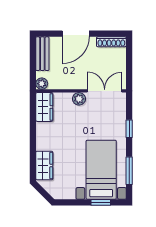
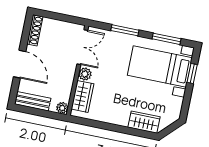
double door: (105, 91) -> (82, 47), swing flipped
wardrobe: (44, 107) -> (82, 96), moved, turned 90
window: (129, 129) -> (125, 30), width x1.50

